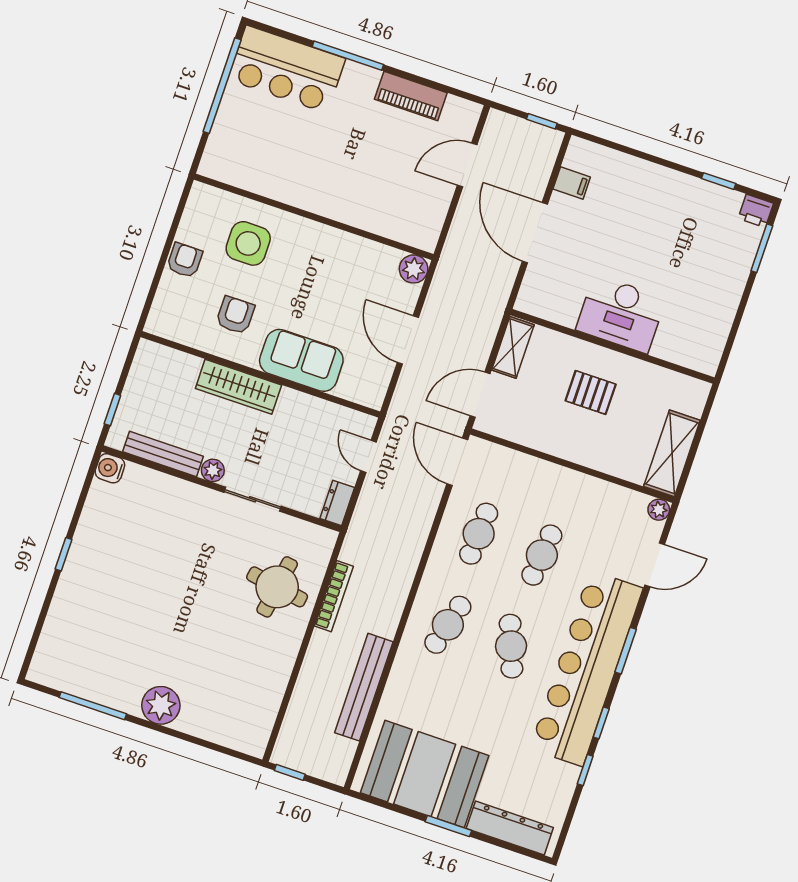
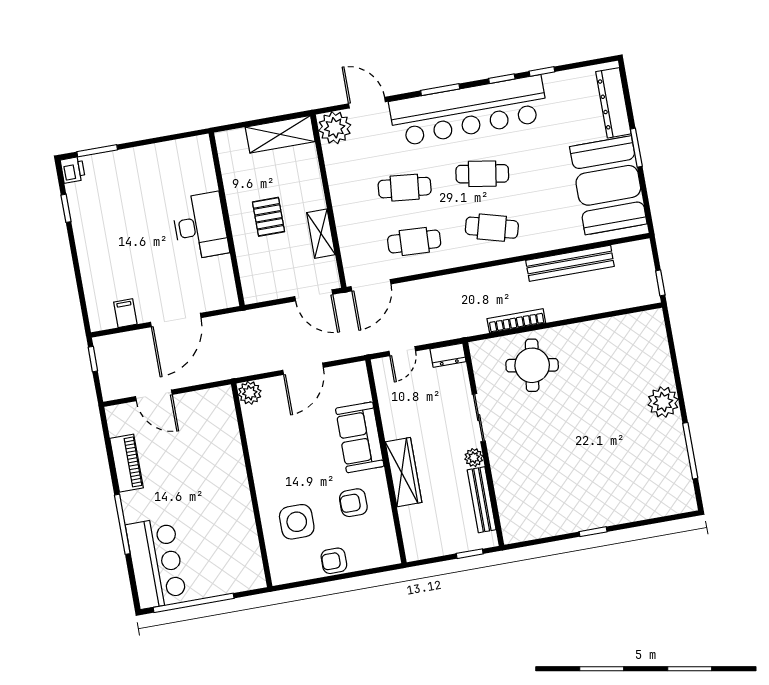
shelving: (513, 347) -> (321, 234), moved, turned 90
water cooler: (110, 468) -> (513, 532), removed
plant: (659, 510) -> (335, 128), width x1.88, depth x1.88
cafe table: (511, 646) -> (482, 174), turned 30

